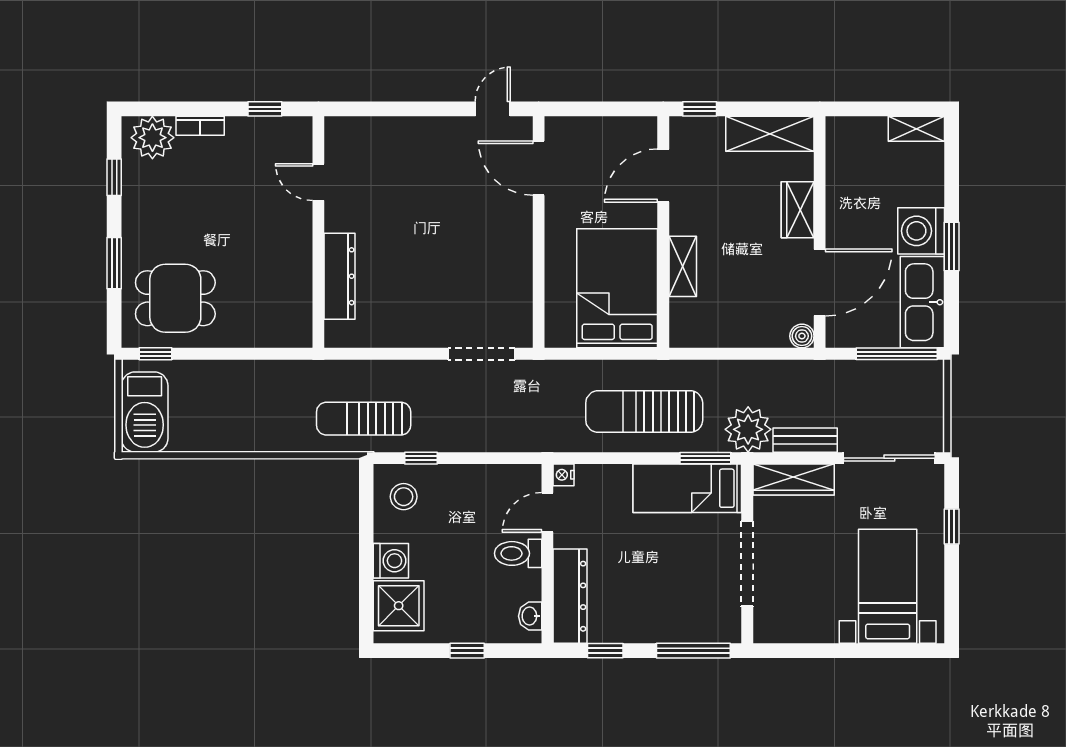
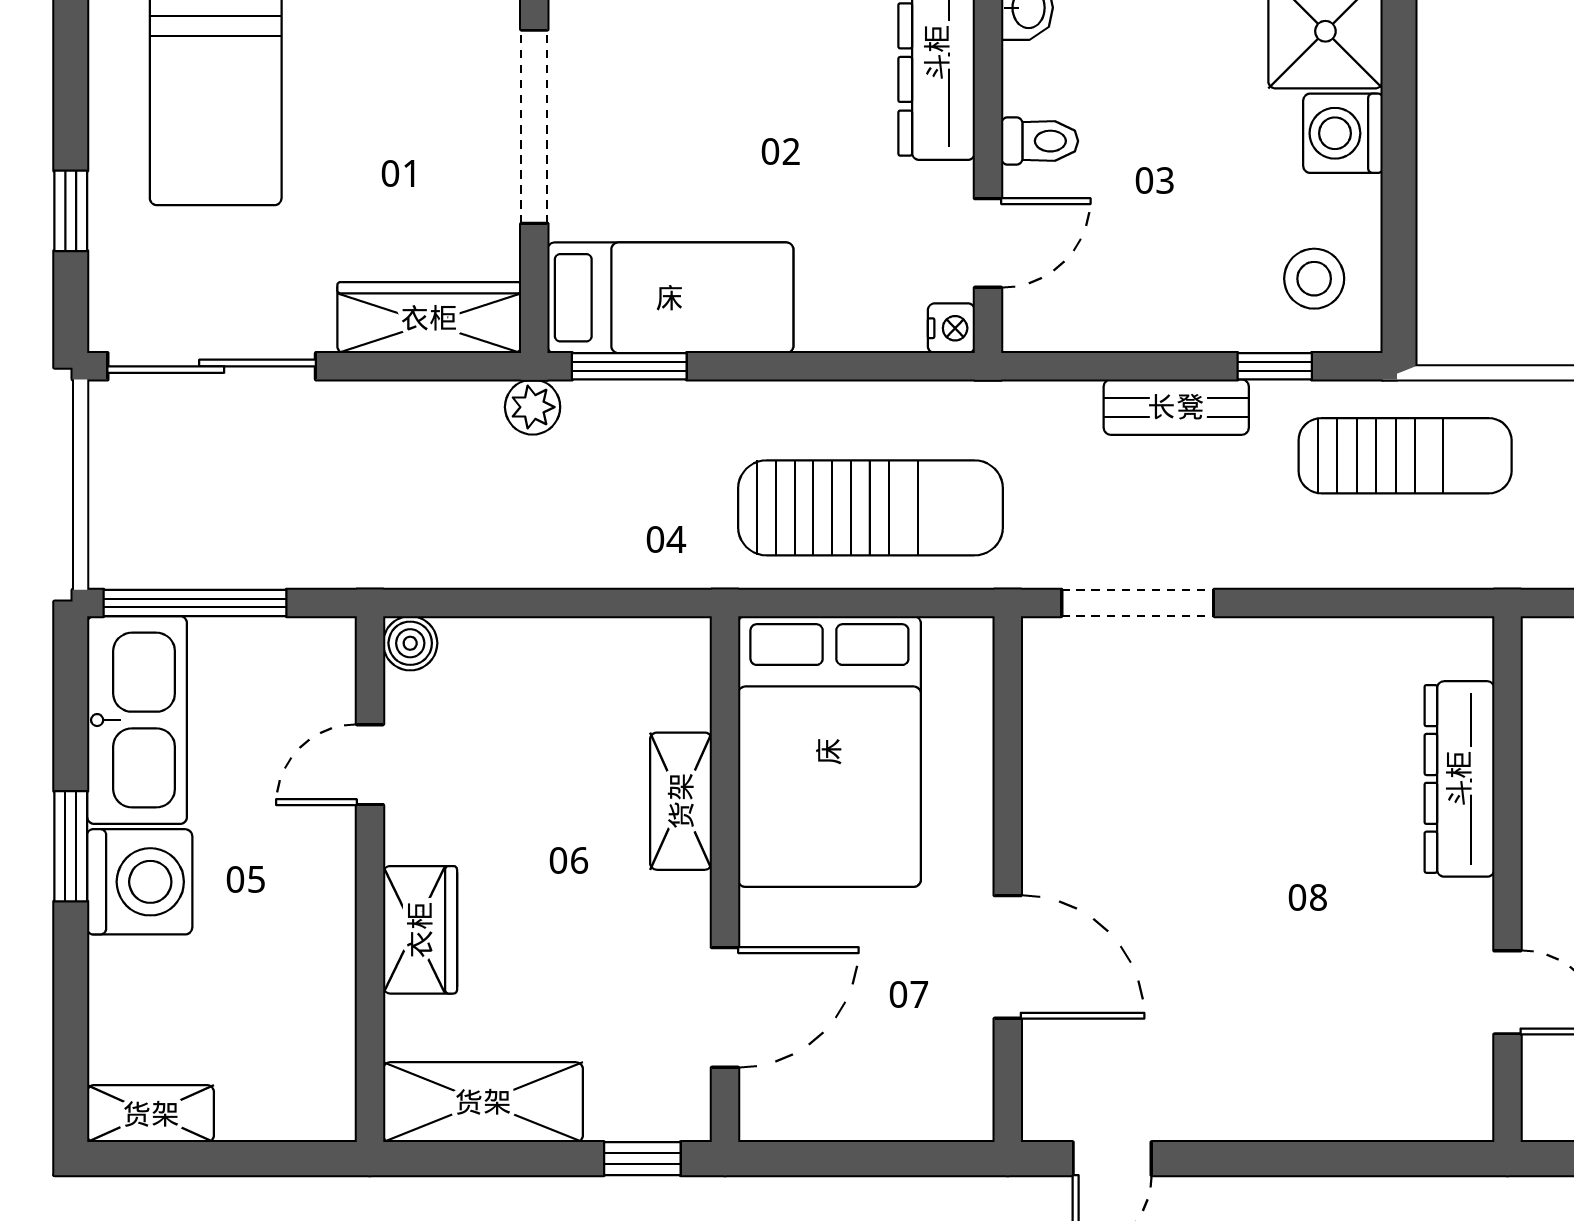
door: (539, 168) -> (1008, 957), moved
door: (820, 282) -> (370, 765), width x0.53
sun lounger: (644, 412) -> (871, 508), moved
plant: (748, 429) -> (533, 407), width x0.53, depth x0.53
bench: (805, 440) -> (1176, 407), moved
toilet: (518, 553) -> (1040, 141), width x0.73, depth x0.72

